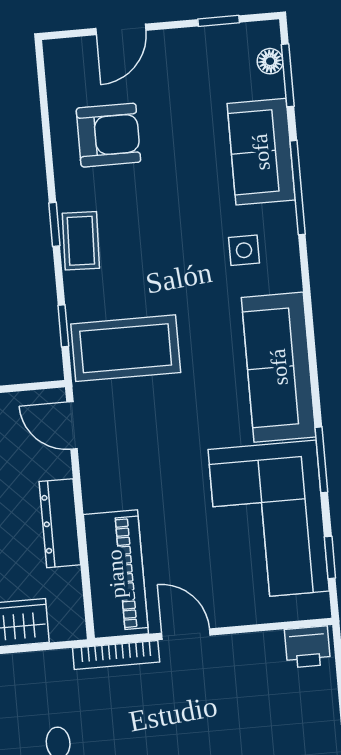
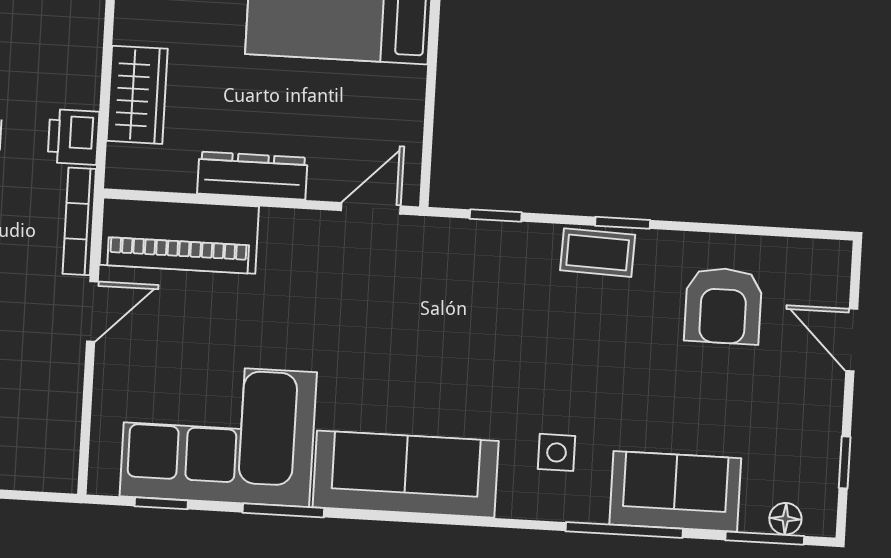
coffee table: (126, 348) -> (457, 289), removed
printer: (307, 647) -> (73, 137), moved

